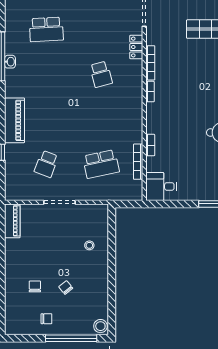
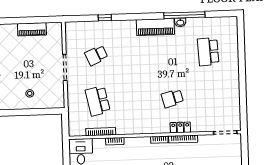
locker: (136, 47) -> (180, 127), moved
piano: (15, 120) -> (155, 27), moved
school desk: (46, 164) -> (96, 55), turned -45
piano: (12, 221) -> (32, 29), moved

